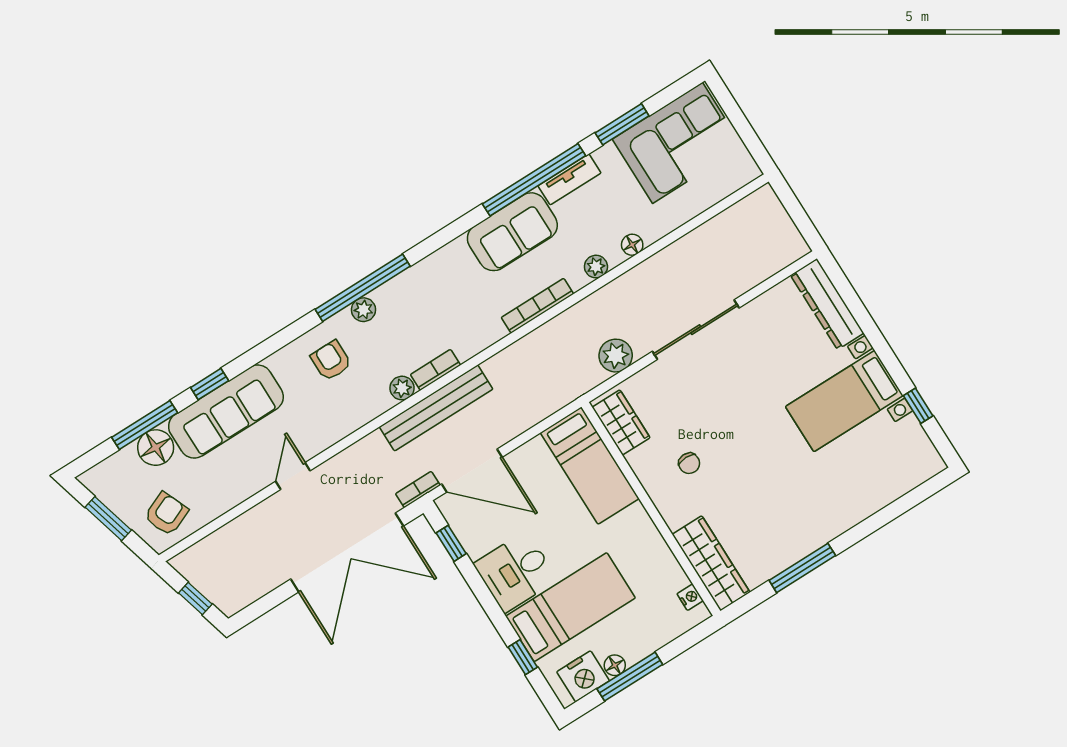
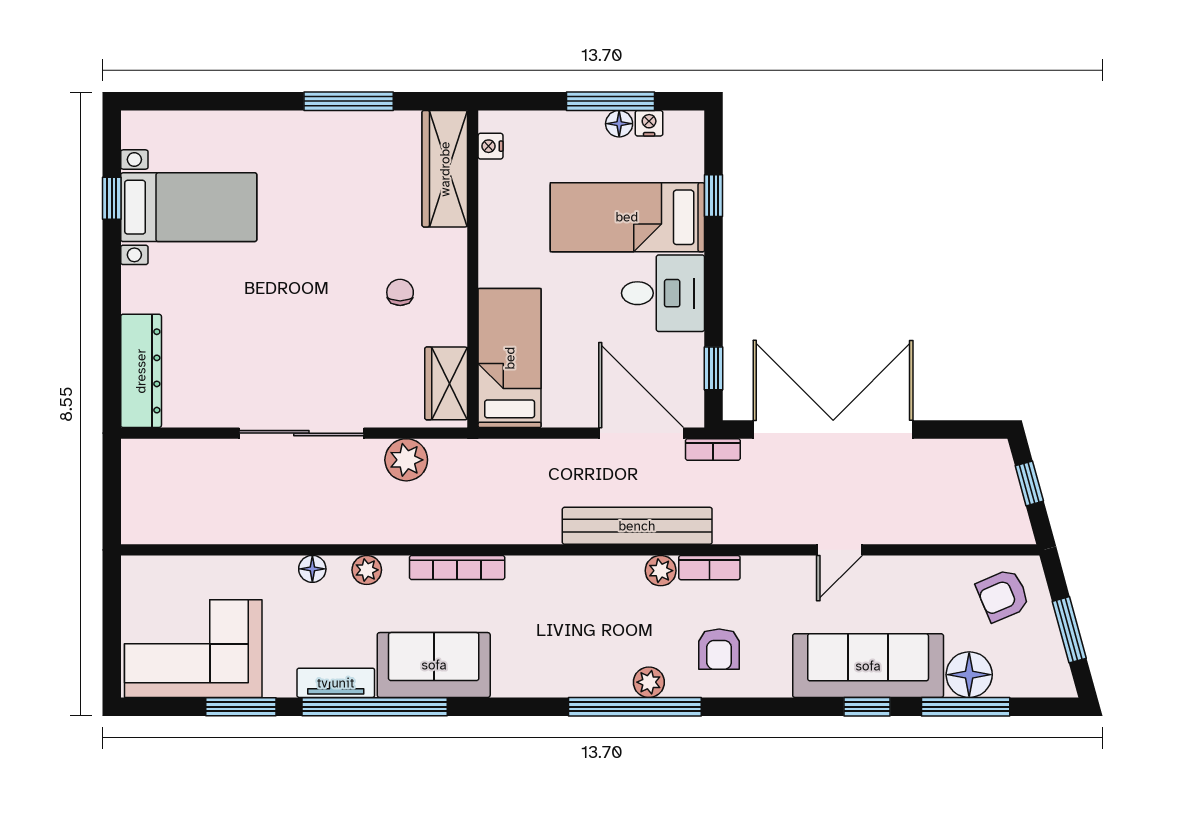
bookcase: (435, 370) -> (709, 568), moved
bed with nightstands: (844, 401) -> (189, 207), moved
nightstand: (583, 676) -> (649, 123), width x0.53, depth x0.56

